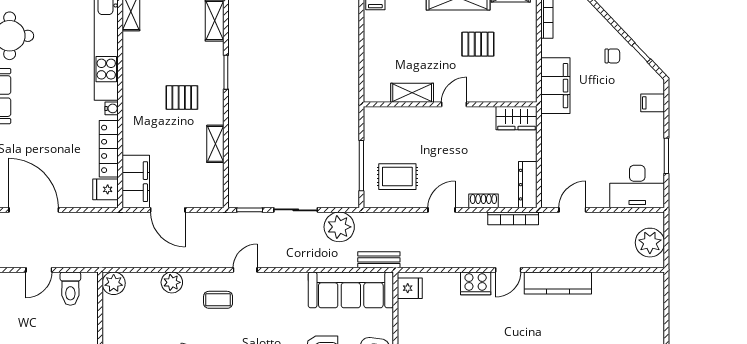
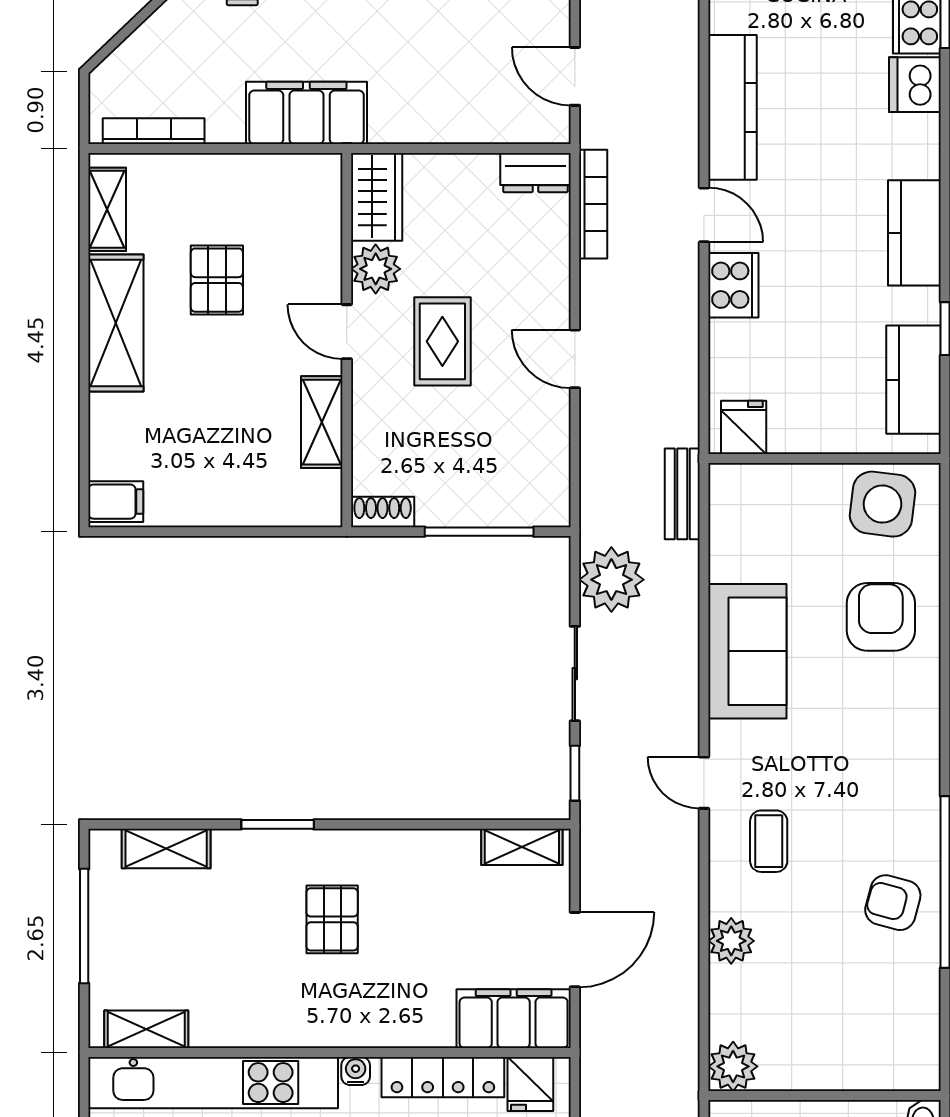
plant: (483, 118) -> (376, 269), added
shelving: (215, 144) -> (522, 847), moved
rug: (397, 177) -> (442, 341), moved
dresser: (528, 185) -> (535, 173), width x0.70
shoe rack: (483, 201) -> (383, 512), moved, turned 90
sofa: (351, 290) -> (747, 651), moved, width x0.73

